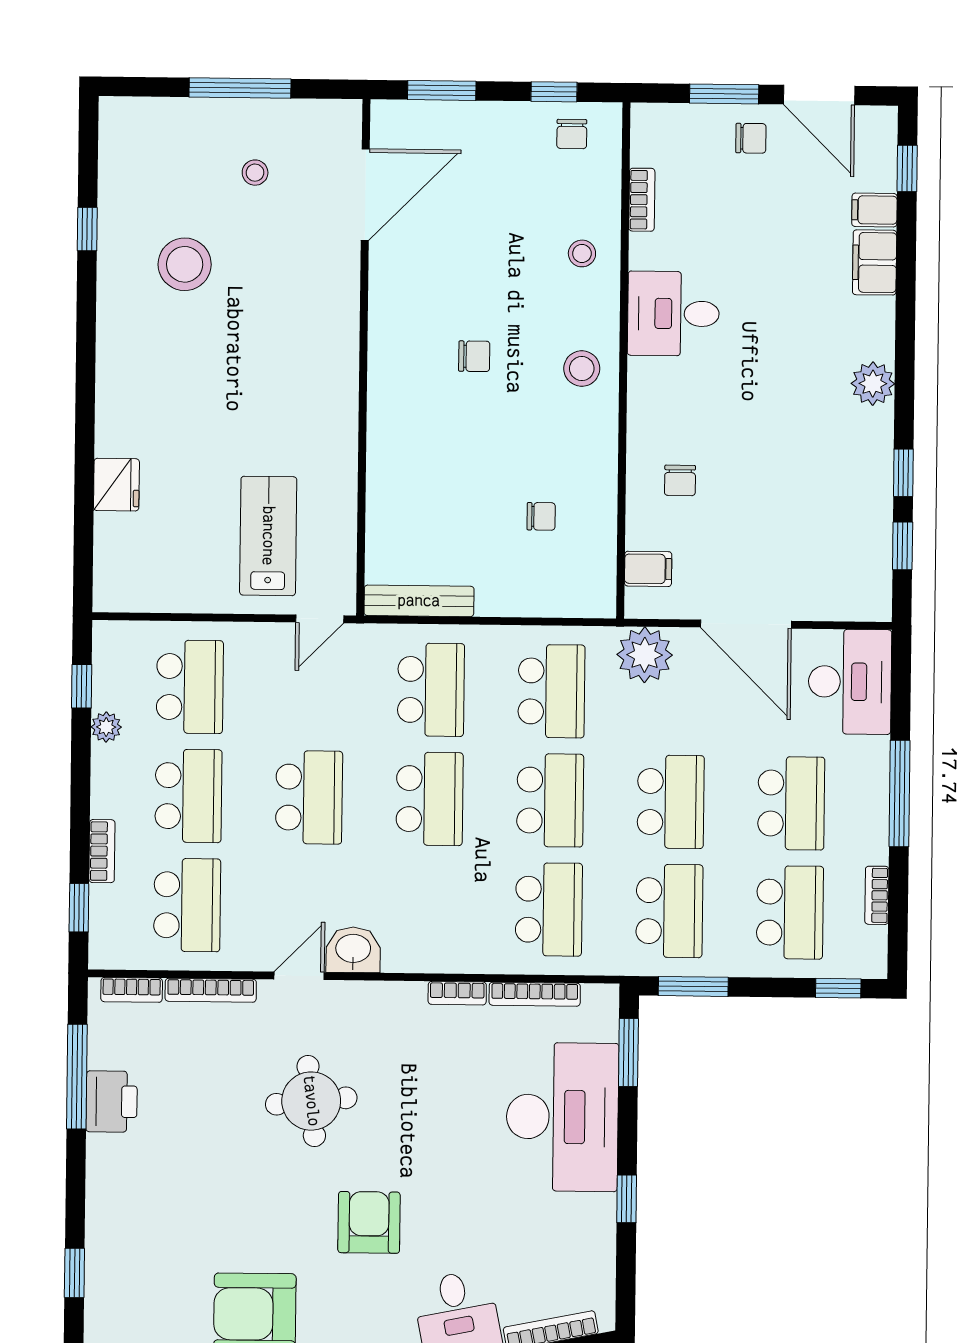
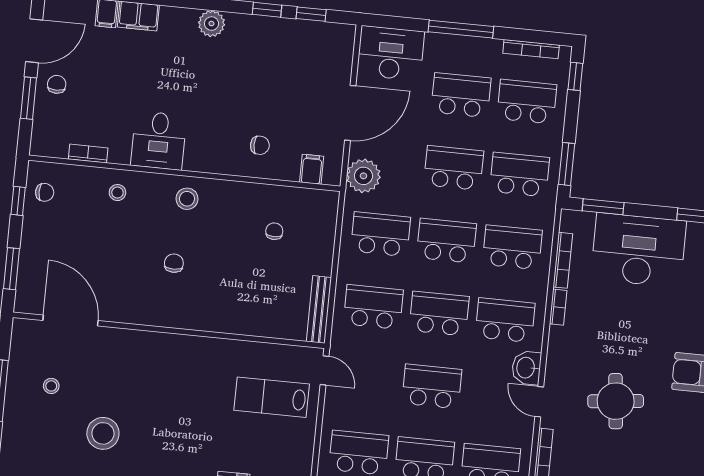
bookcase: (877, 895) -> (531, 49), width x1.56
school desk: (428, 908) -> (505, 320), added

